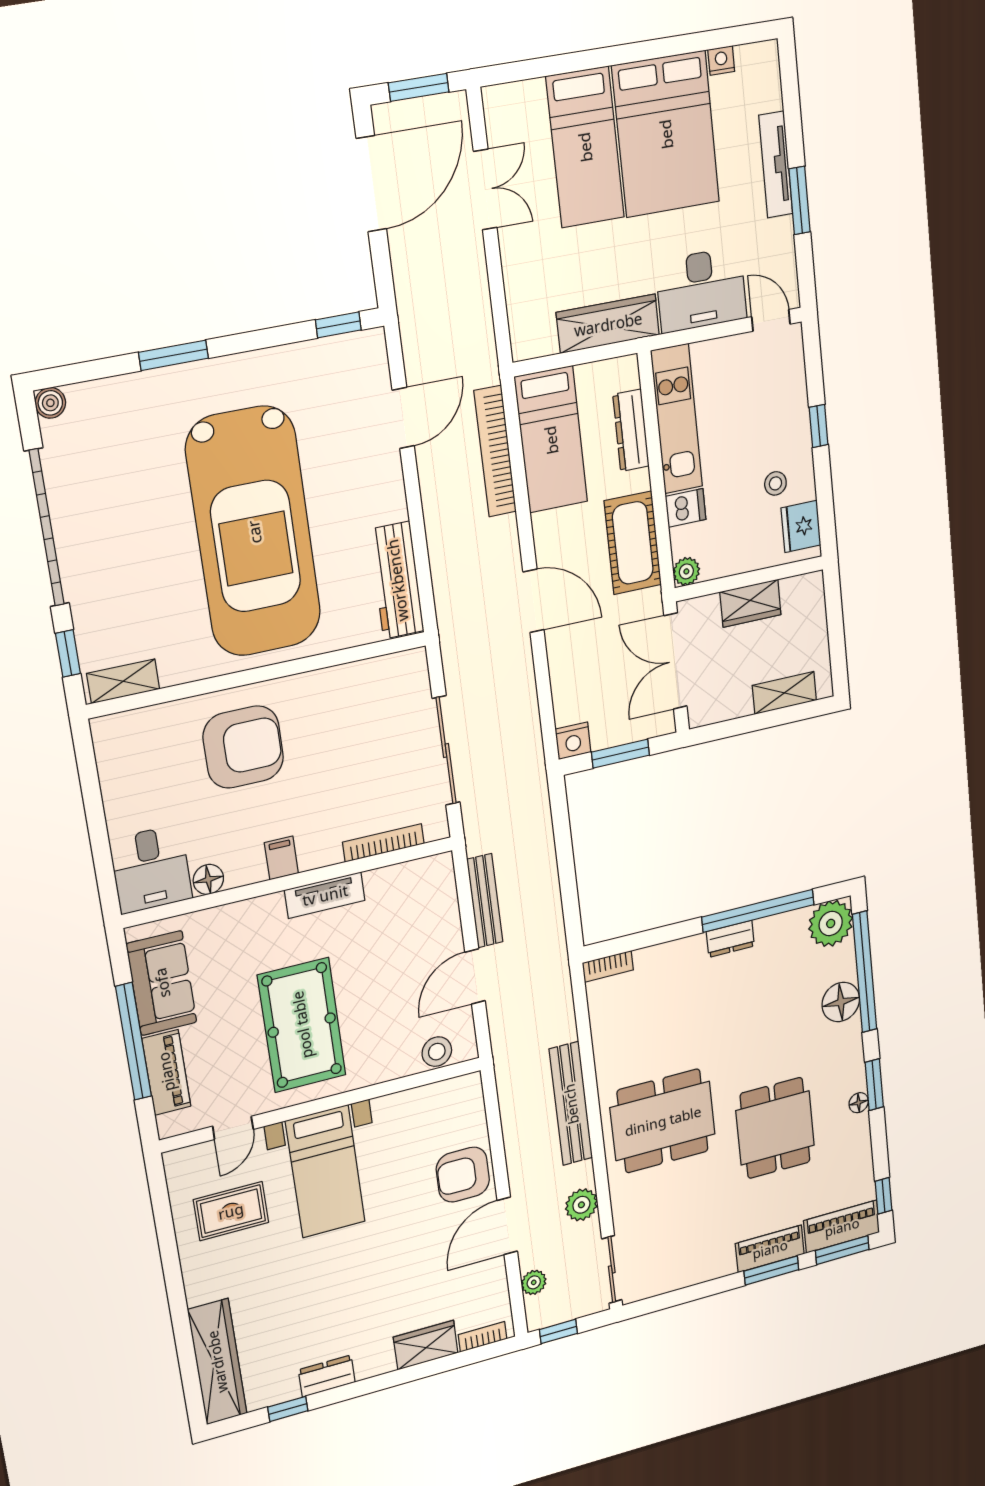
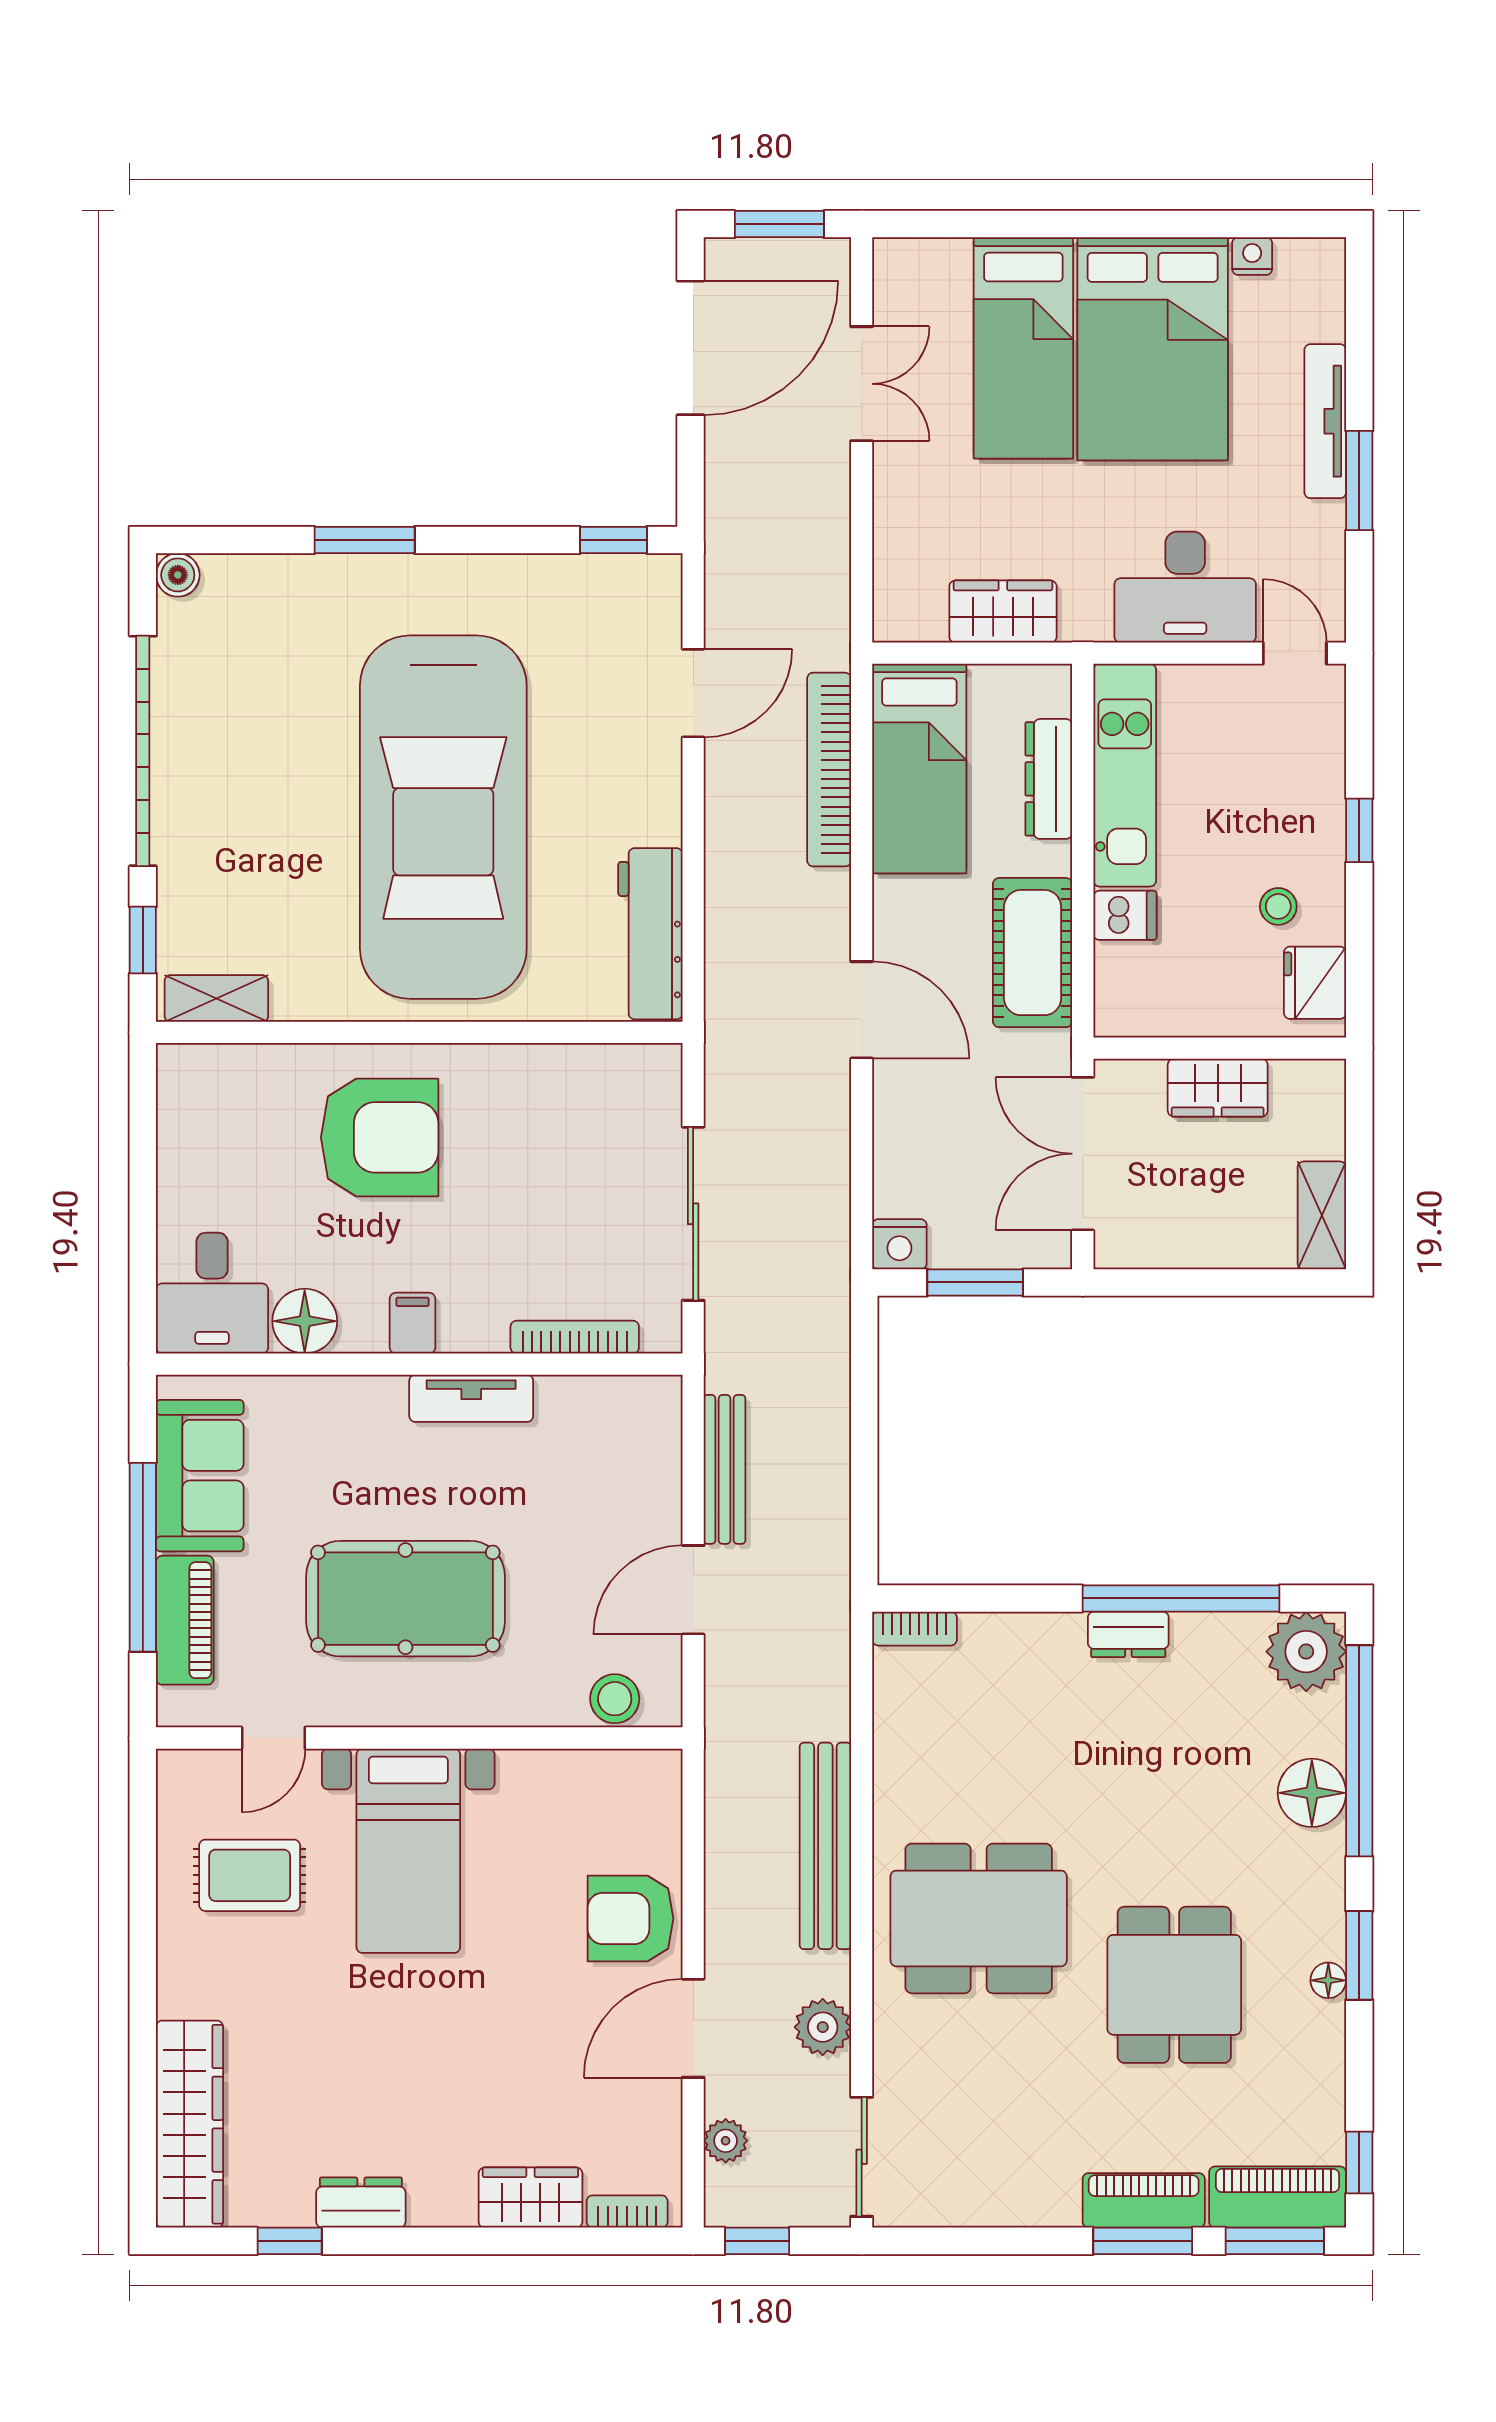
wardrobe: (608, 324) -> (1003, 612), width x0.67
plant: (686, 571) -> (1116, 1015), removed
shelving: (784, 693) -> (1322, 1215), moved, turned 90
floor lamp: (208, 879) -> (305, 1321), width x1.38, depth x1.38
pool table: (302, 1025) -> (405, 1599), turned 90

